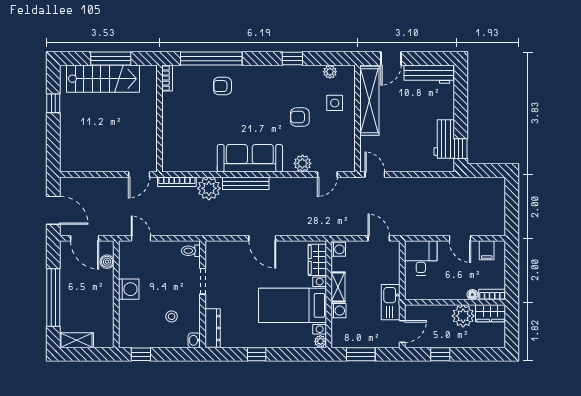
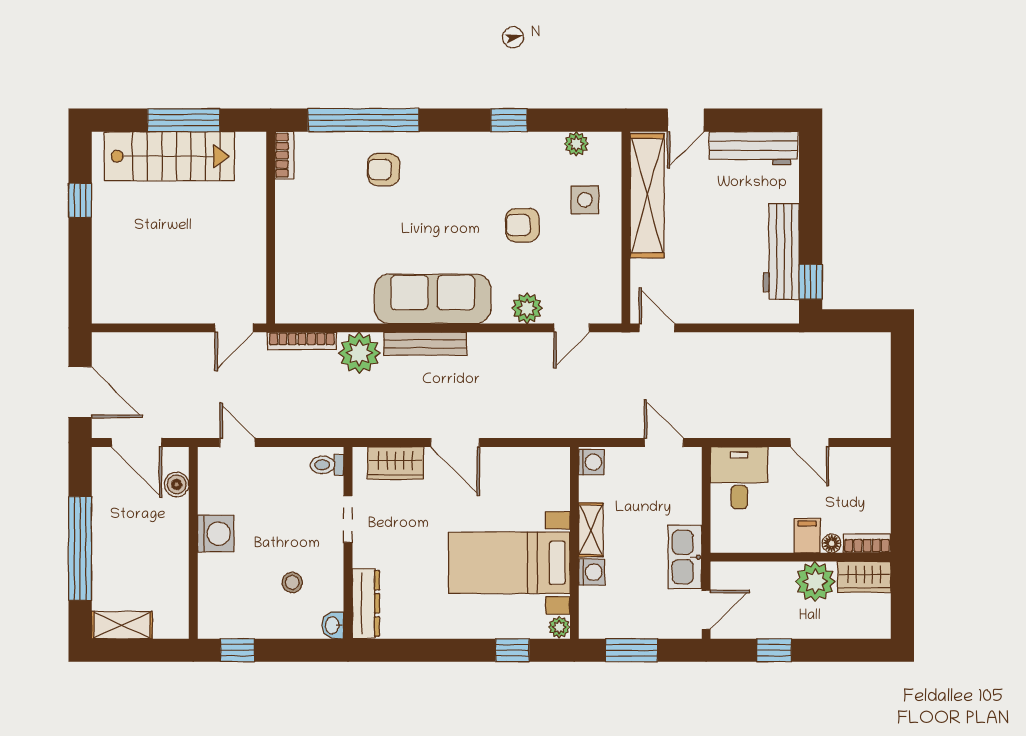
workbench: (444, 139) -> (781, 252), width x1.38
filing cabinet: (487, 250) -> (807, 536), moved, turned 180
wardrobe: (317, 260) -> (395, 463), moved, turned -90
window: (257, 354) -> (512, 650), moved

